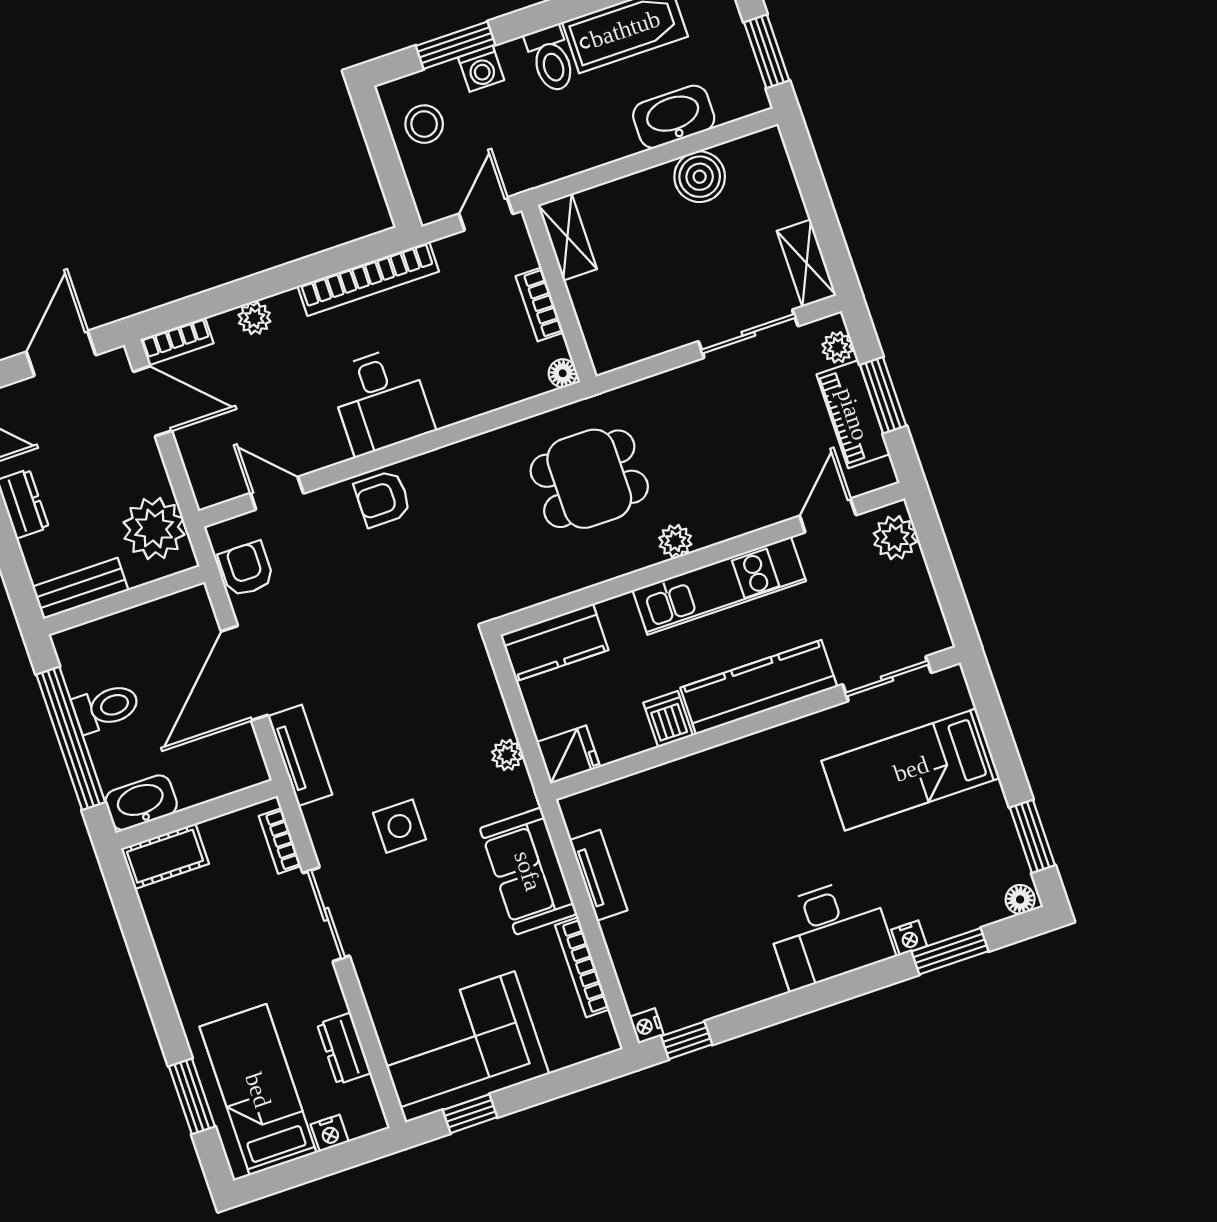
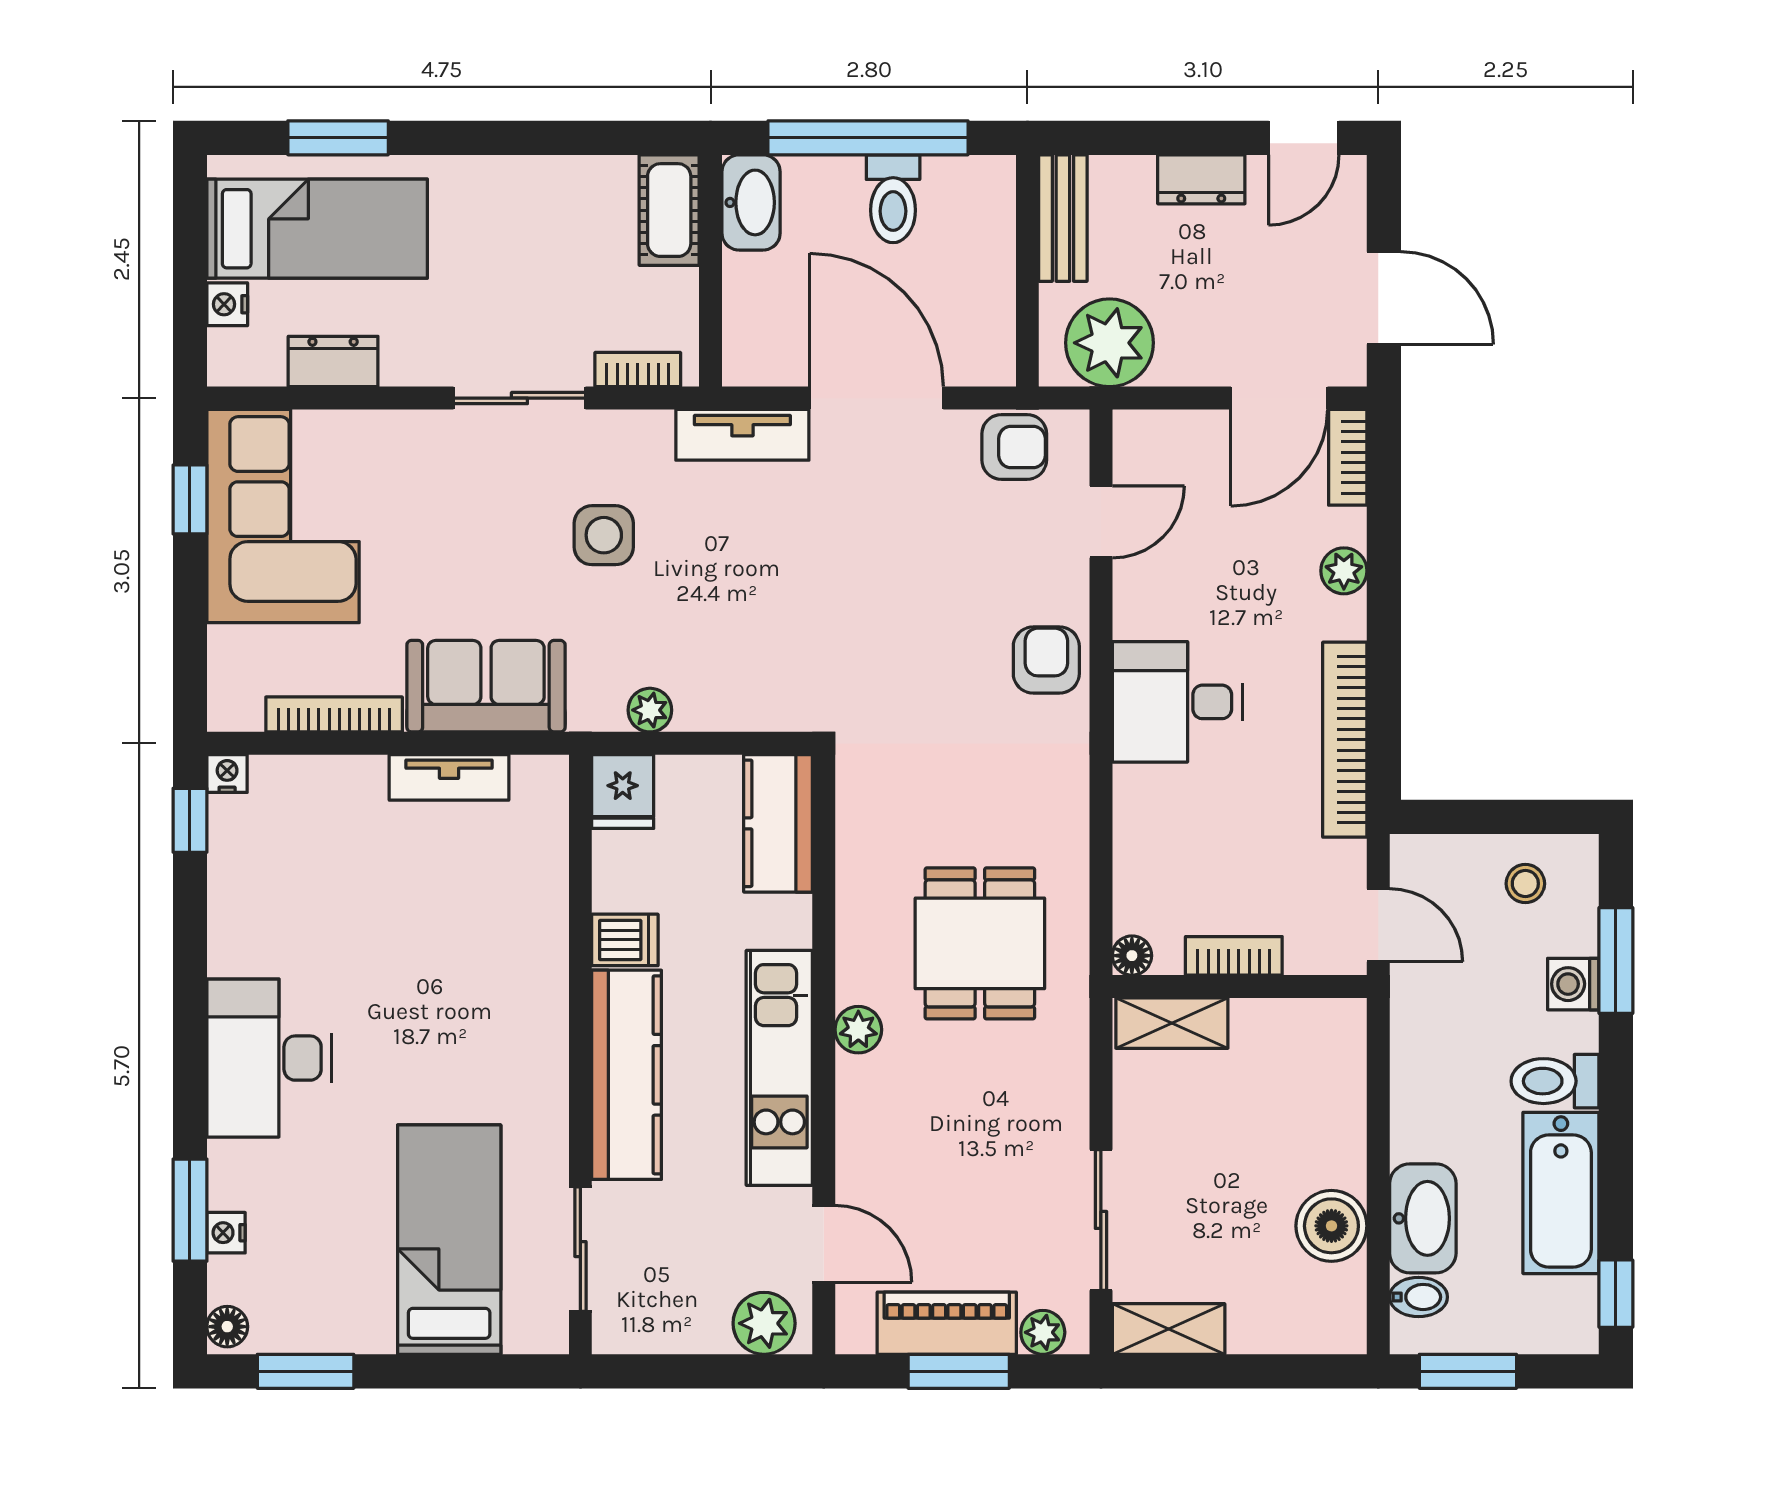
bidet: (728, 102) -> (1419, 1297), added
stool: (424, 124) -> (1525, 884), width x0.73, depth x0.73
shelving: (567, 237) -> (1172, 1023), moved
nightstand: (909, 938) -> (226, 1233), moved

